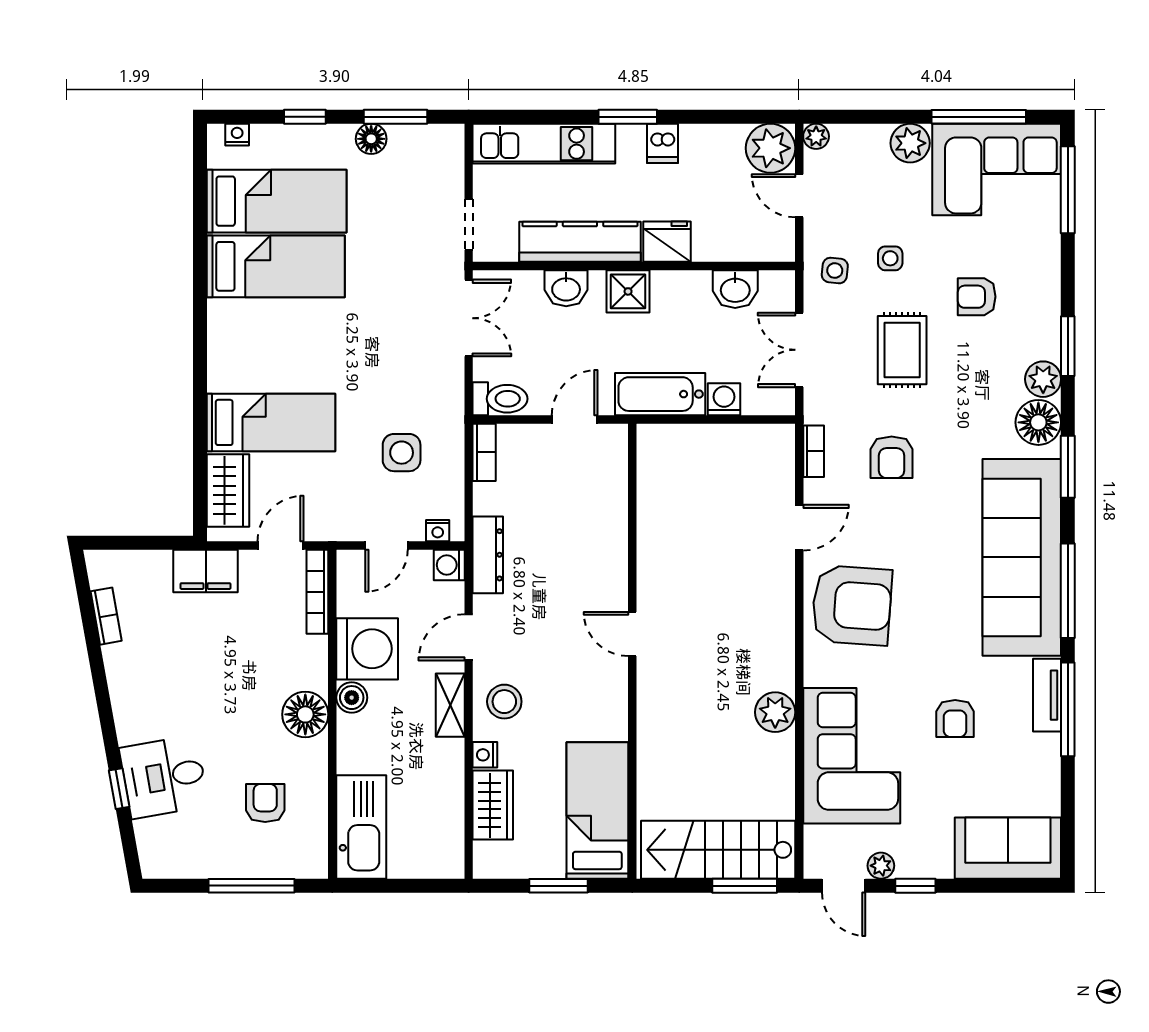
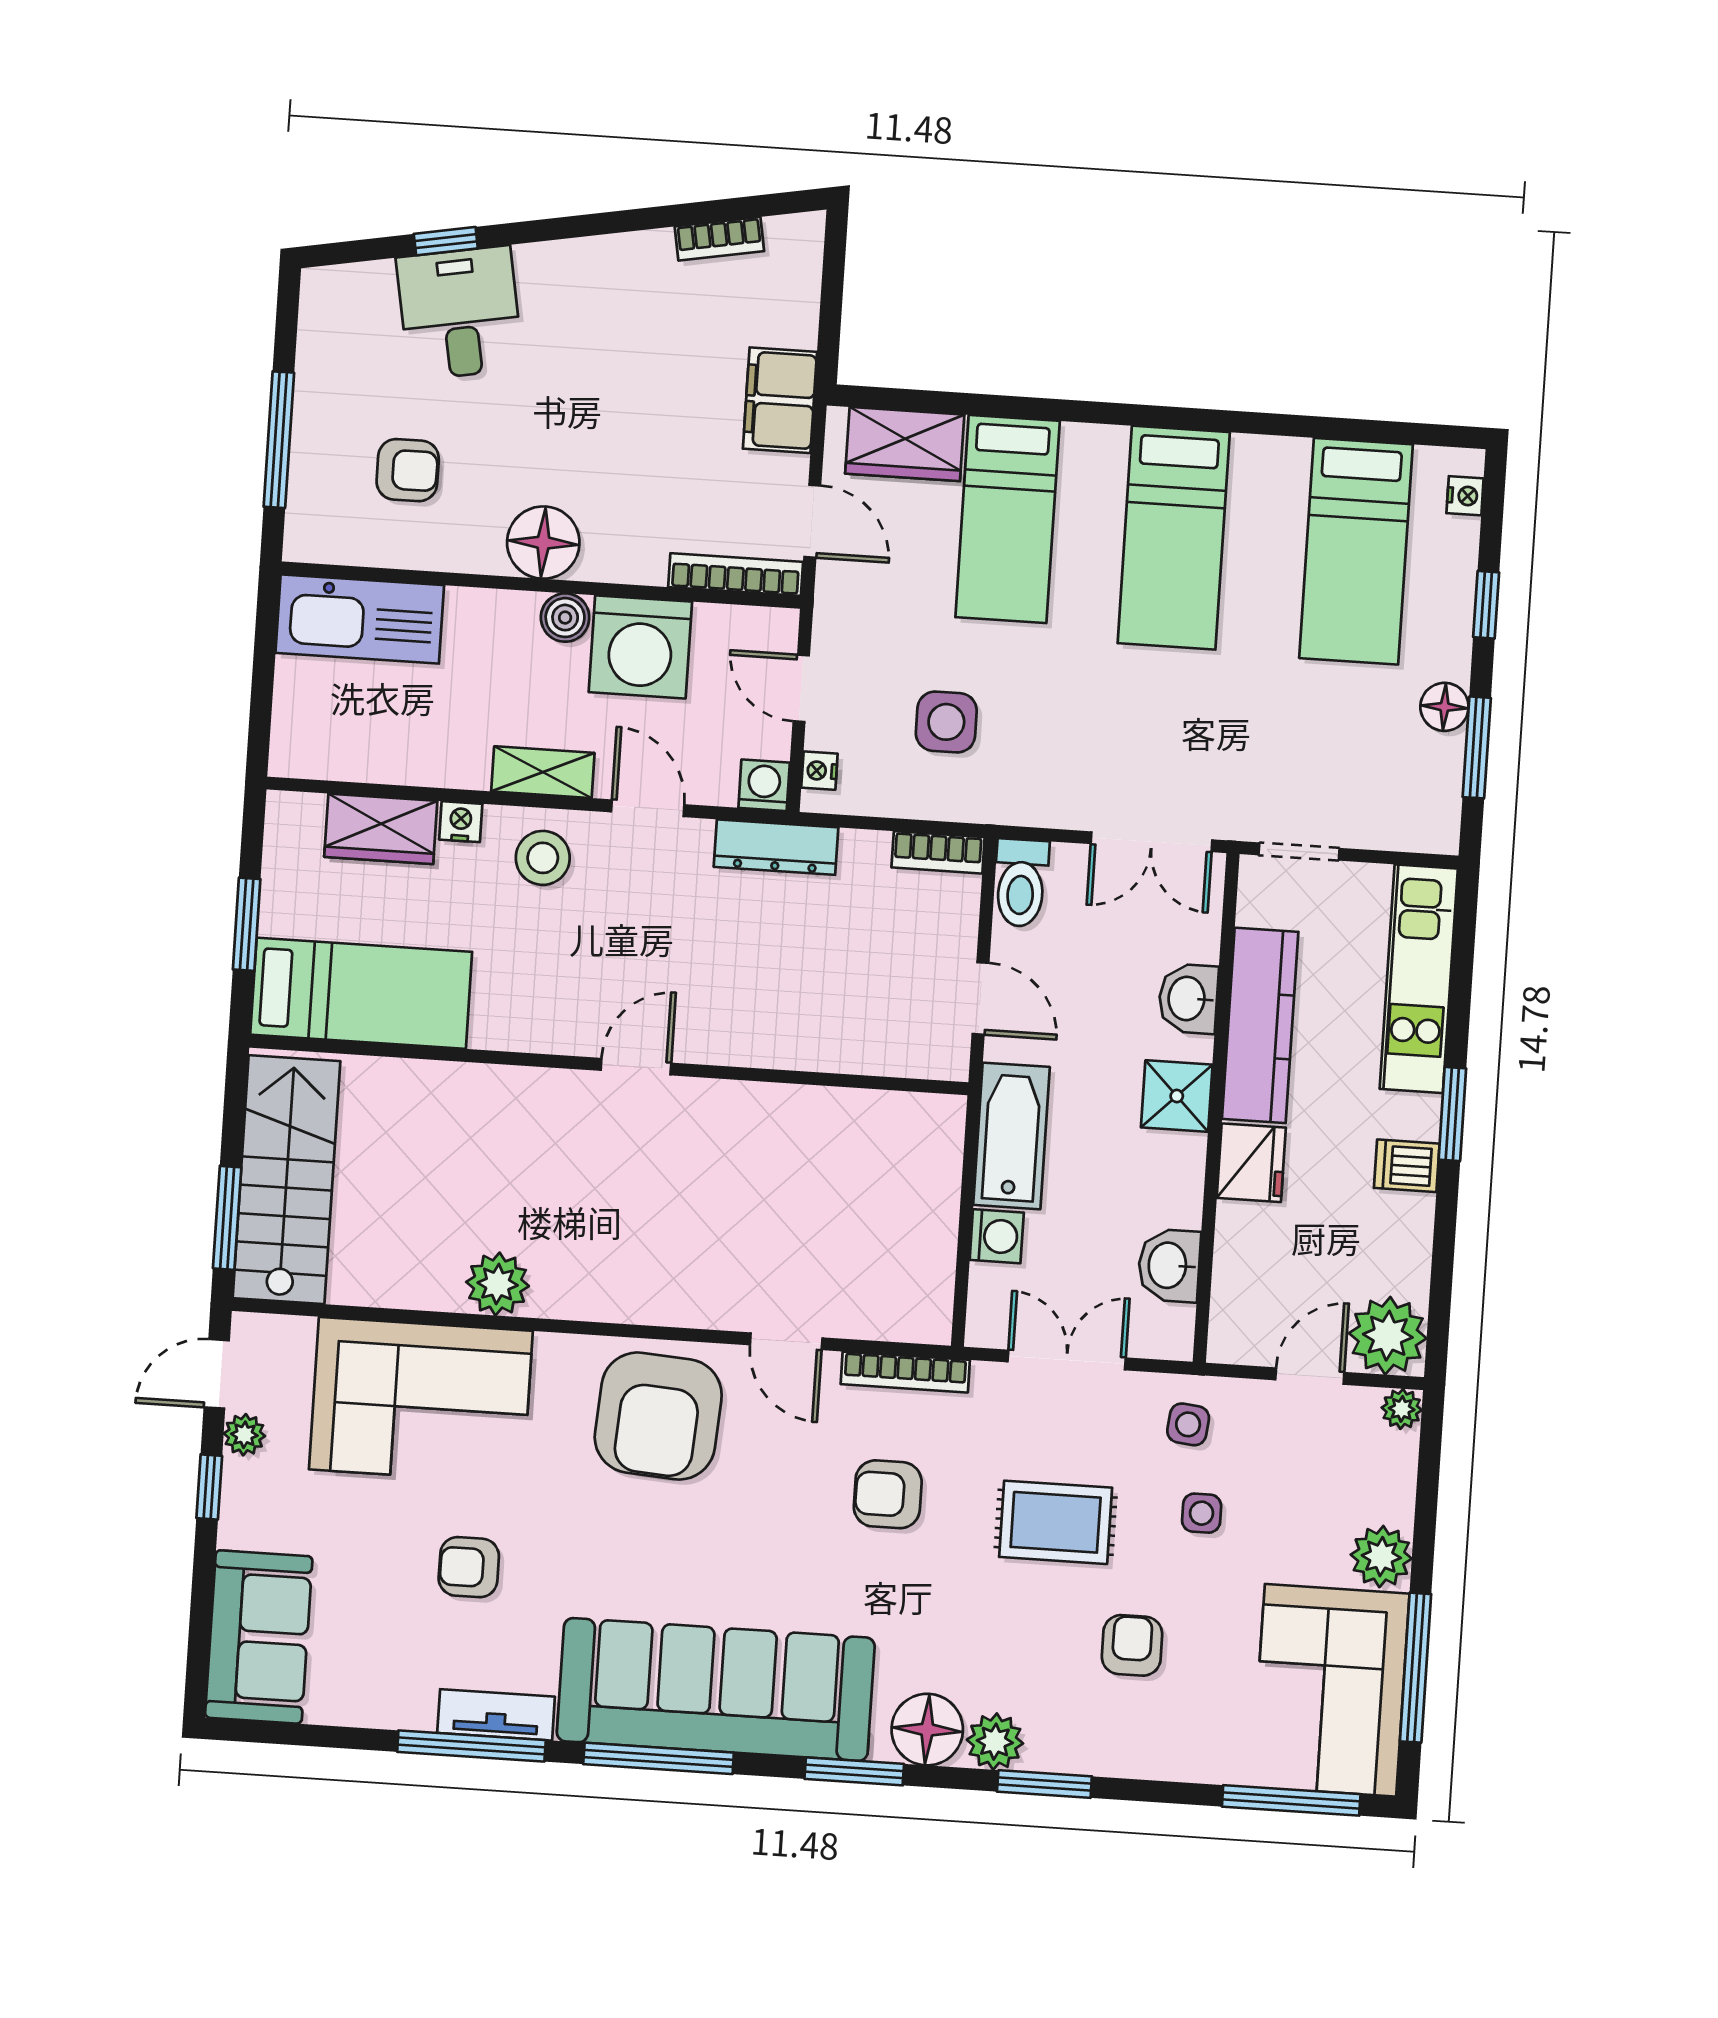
bed: (276, 266) -> (1174, 538), moved
bookcase: (814, 451) -> (905, 1372), width x1.56

